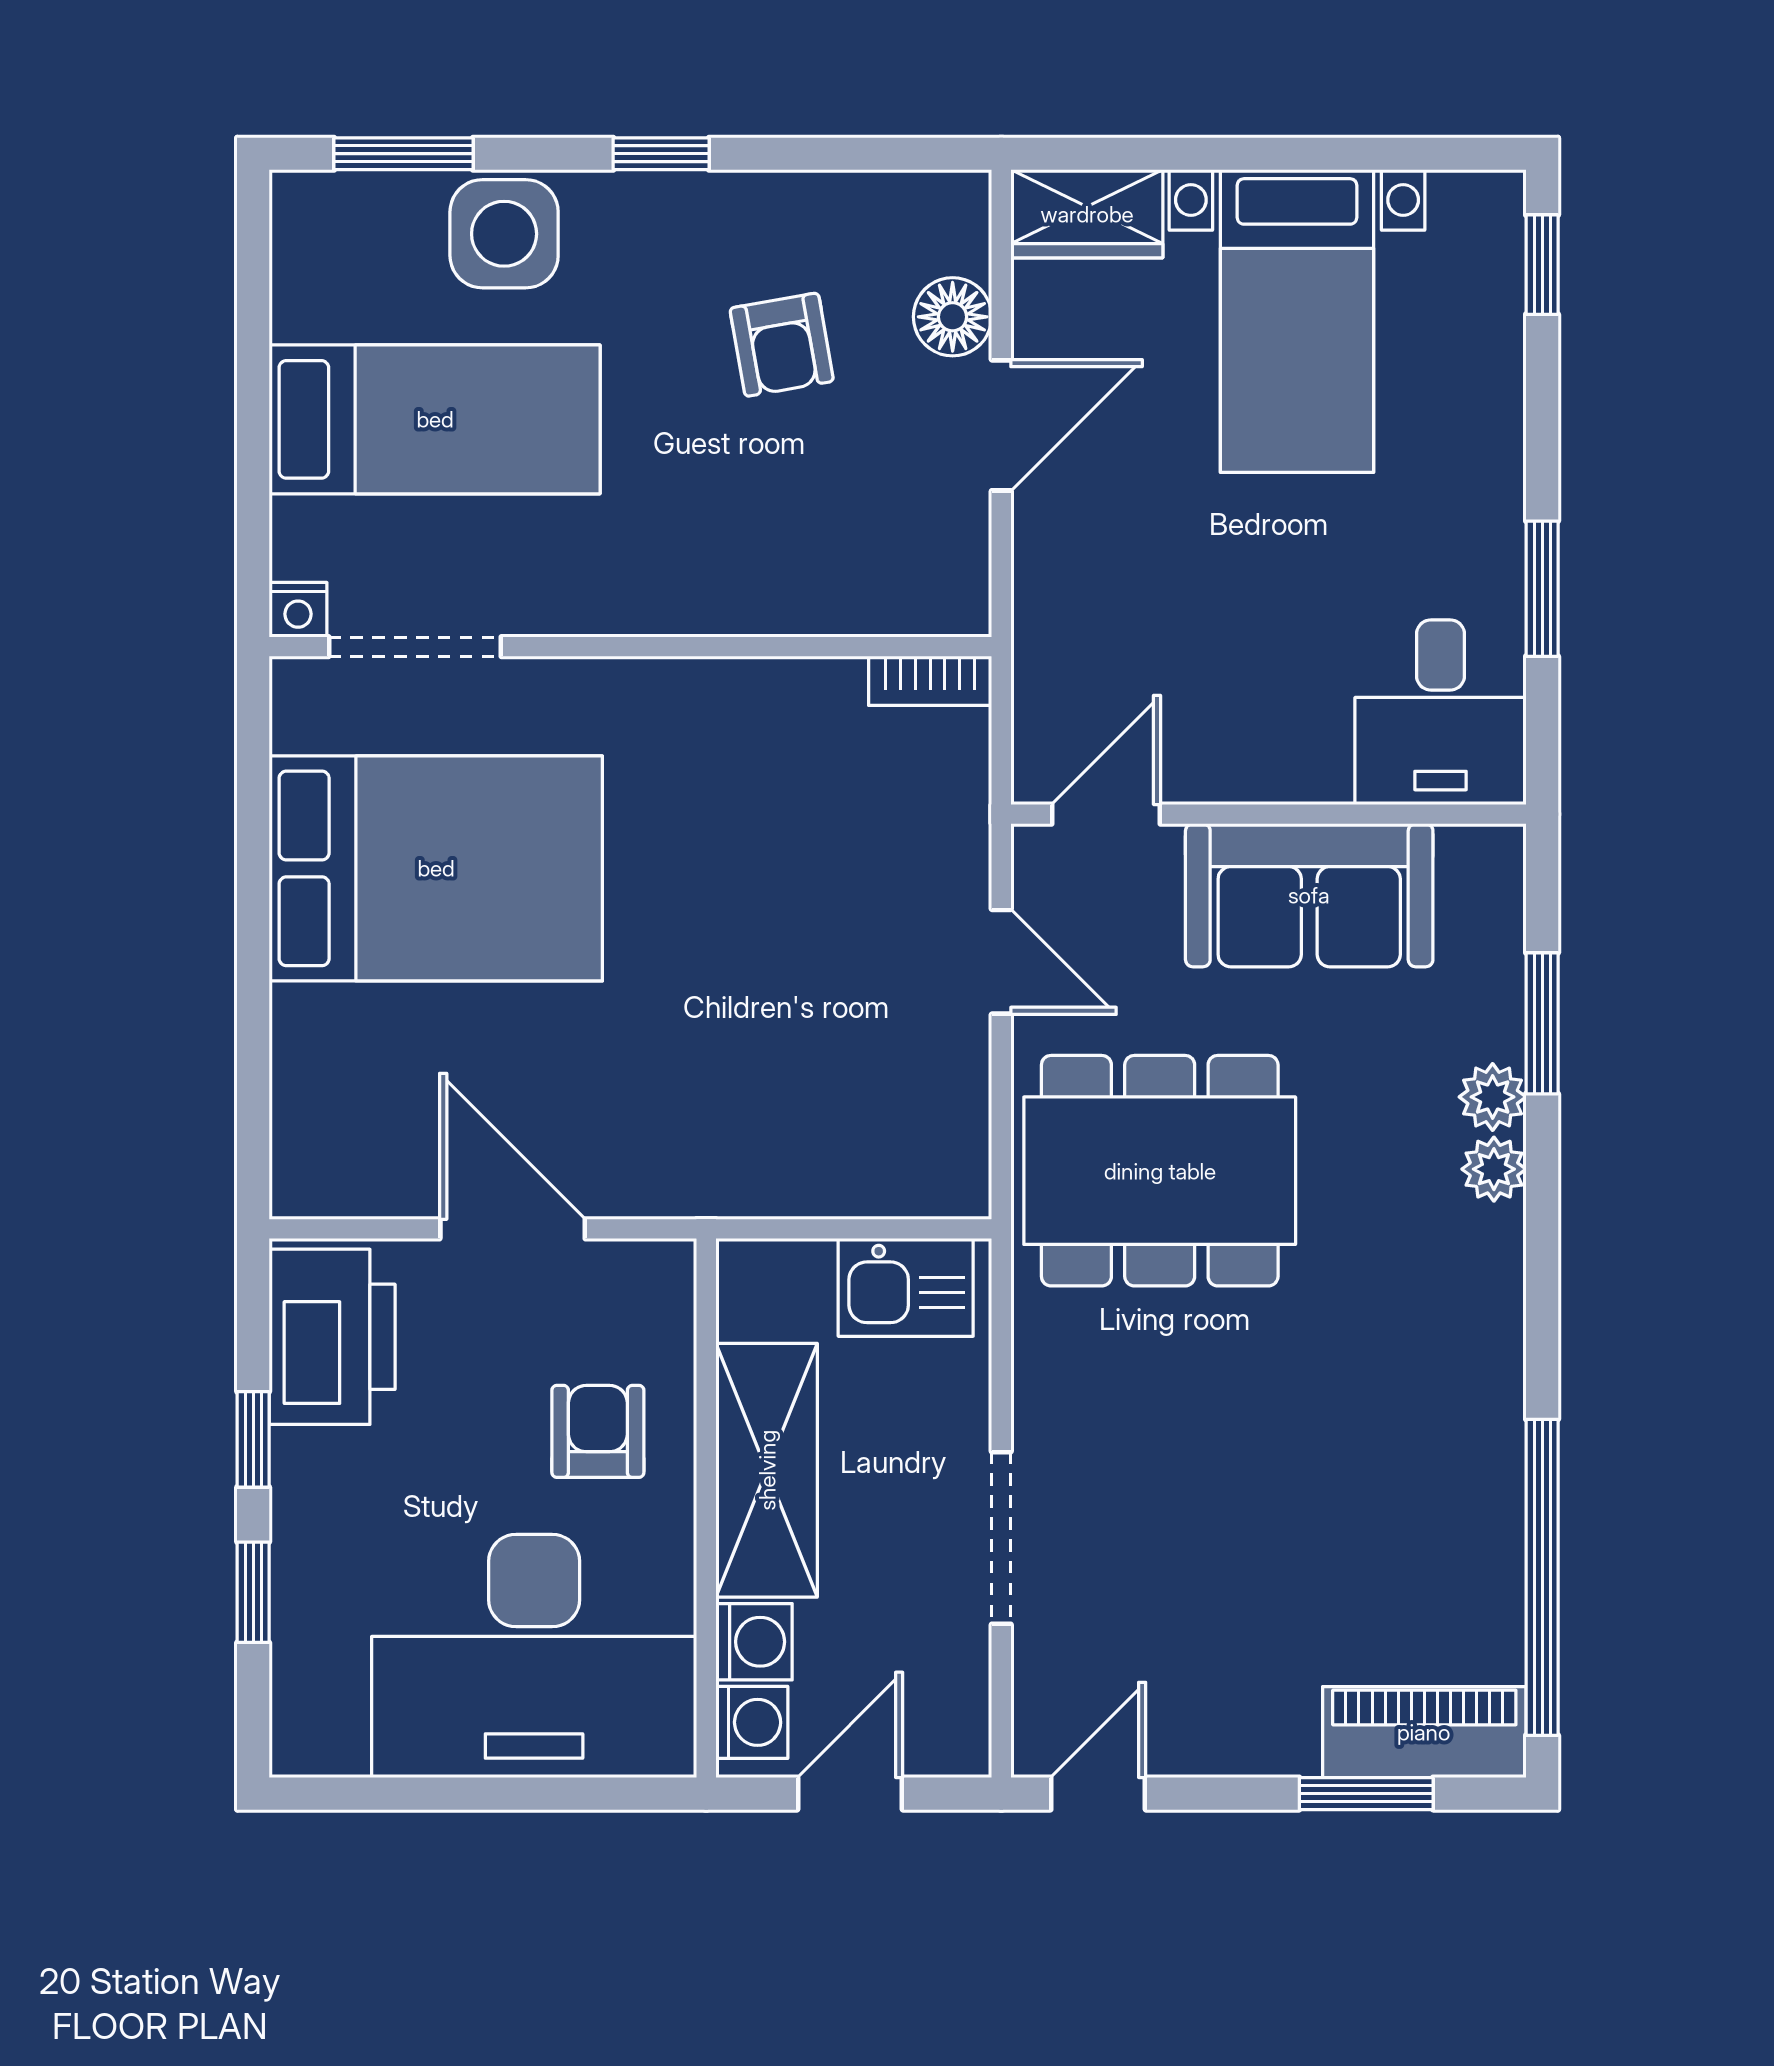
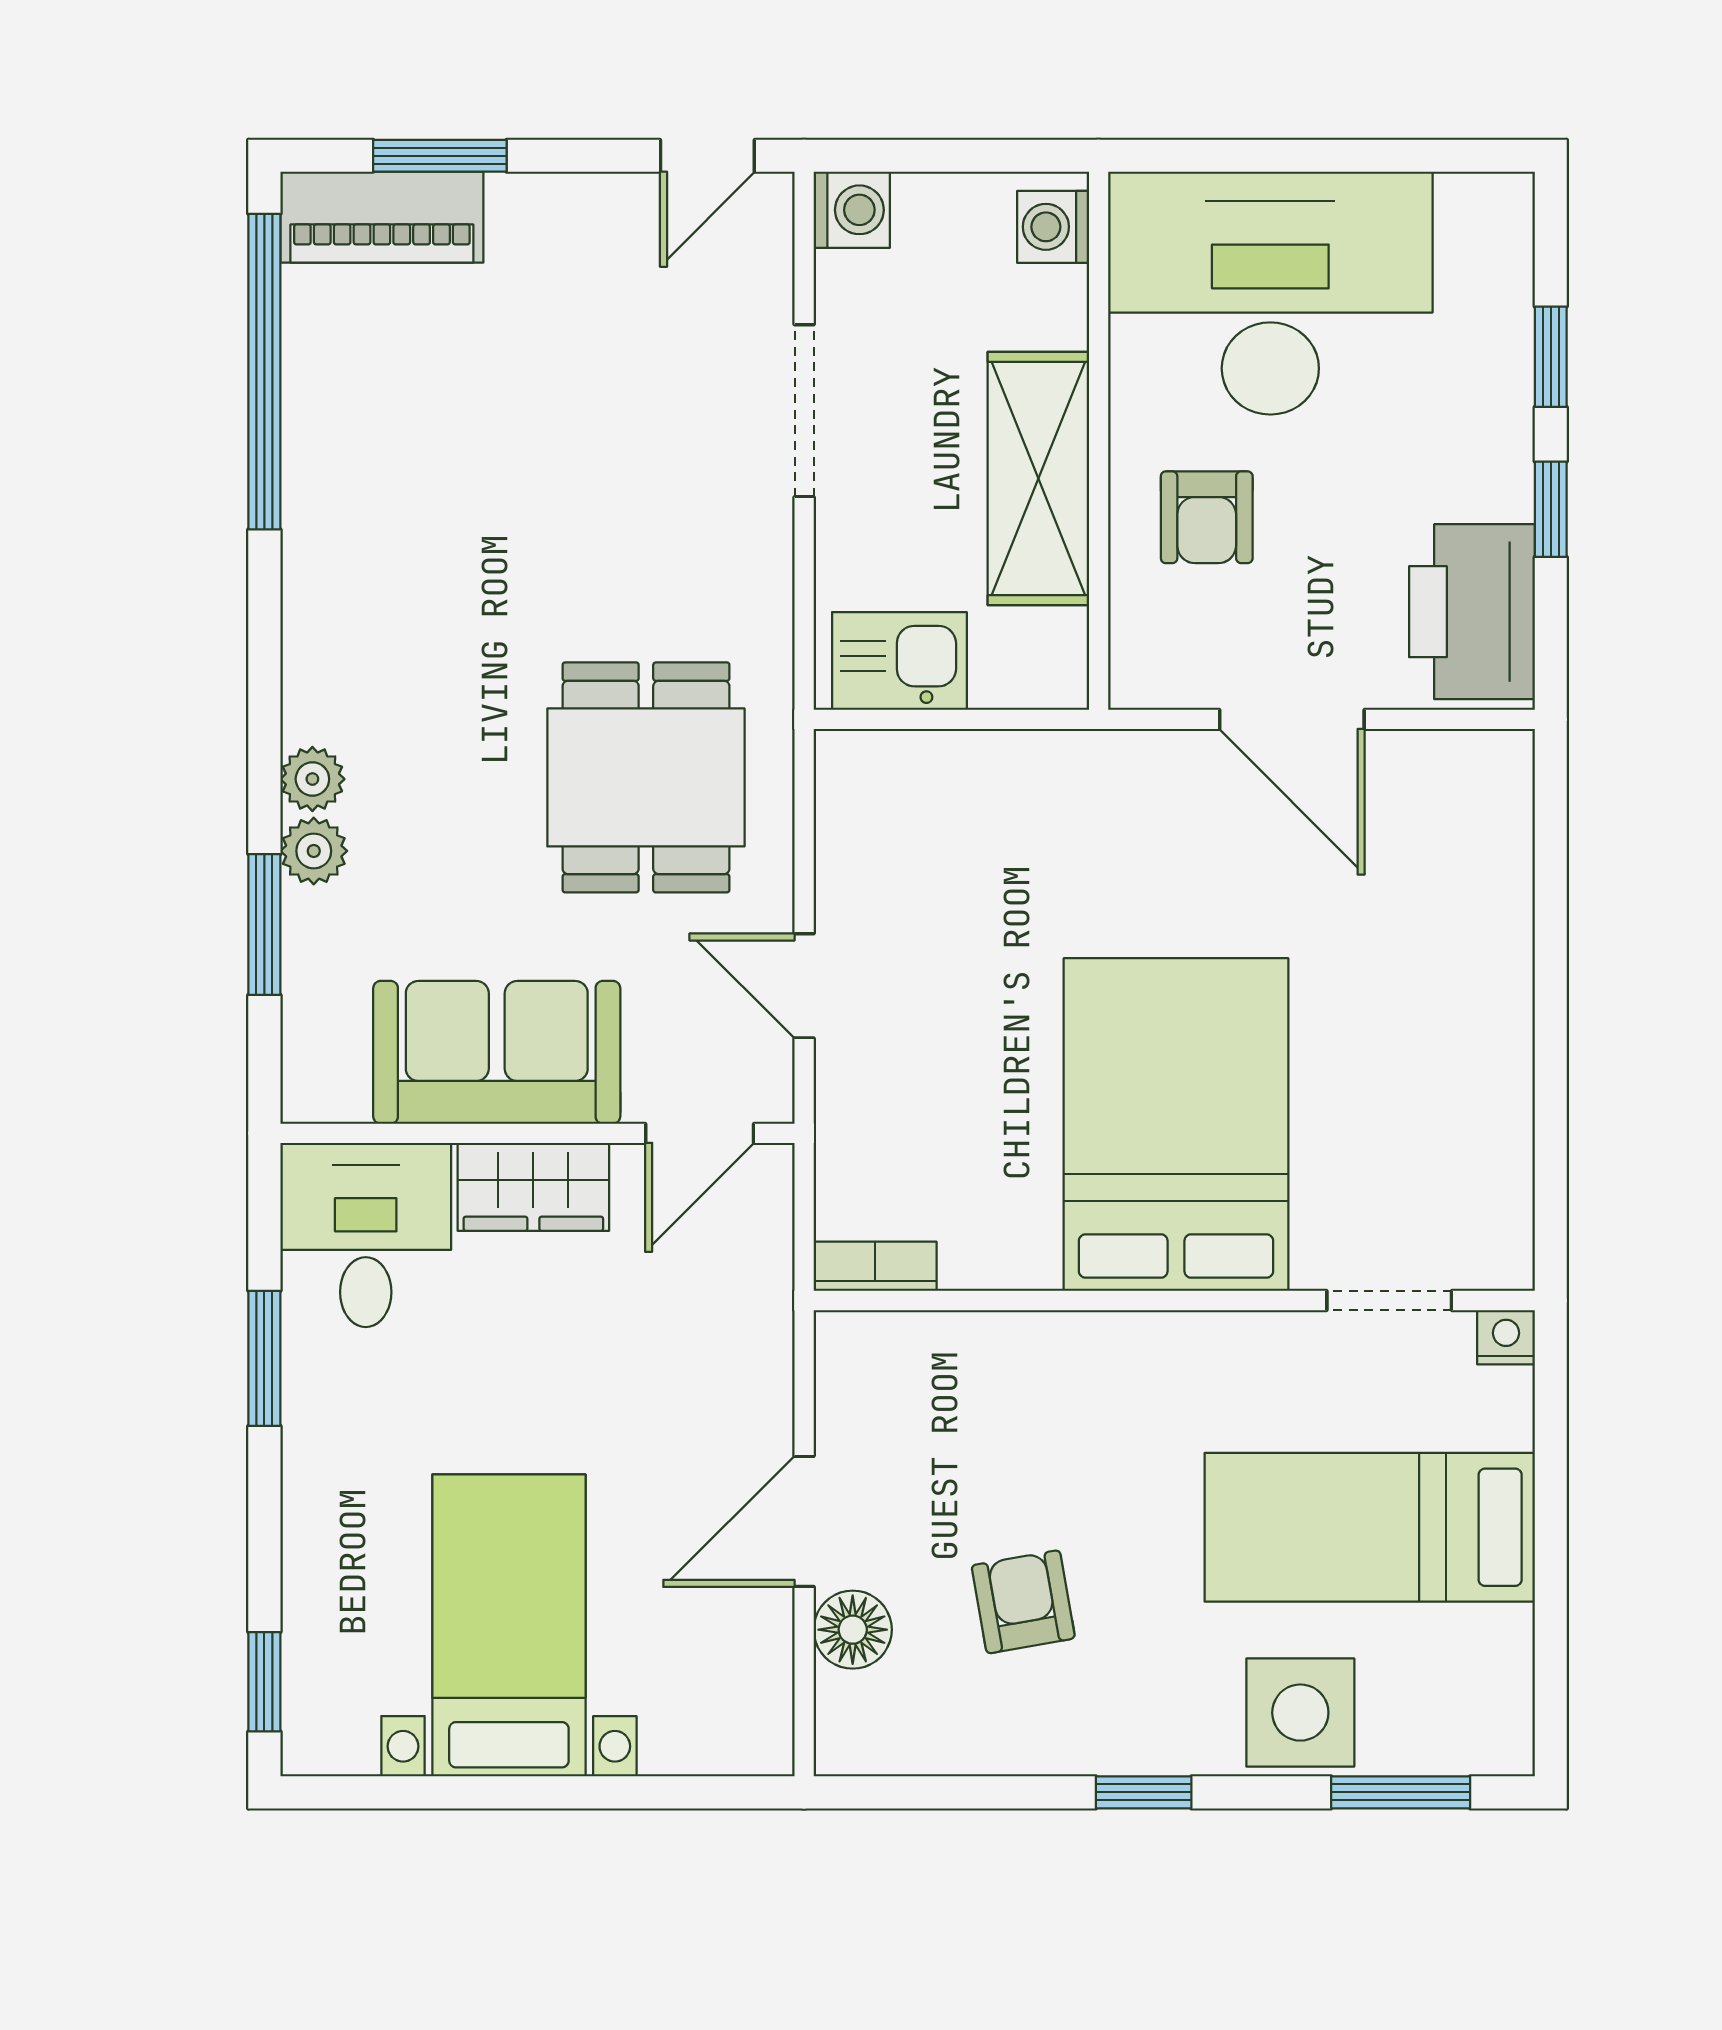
wardrobe: (1087, 214) -> (533, 1187), moved, turned 180
doorway: (415, 647) -> (1389, 1300), width x0.73
bed: (436, 868) -> (1176, 1125), moved, turned 90
dining table: (1160, 1171) -> (646, 777), width x0.73
washing machine: (754, 1642) -> (852, 210), moved, turned 180
door: (850, 1794) -> (955, 156), removed

